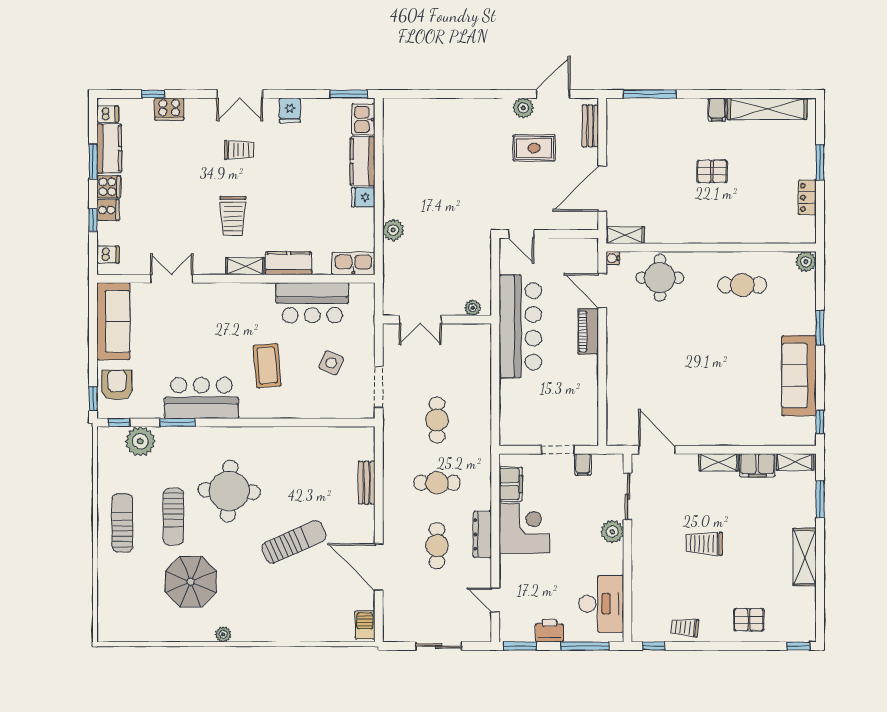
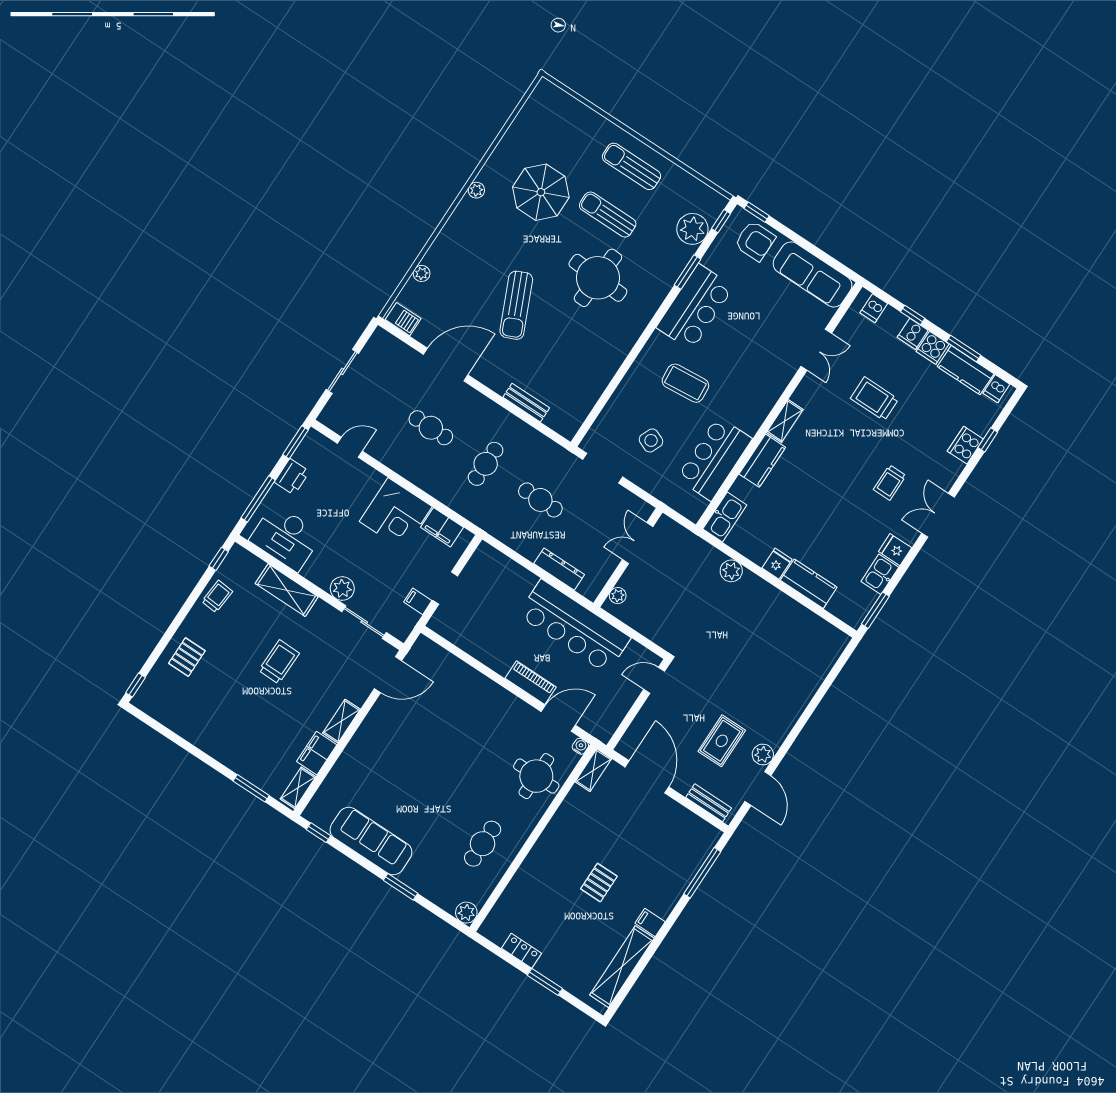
kitchen sink: (363, 119) -> (880, 574), moved, turned -90
trolley: (233, 216) -> (874, 399), moved
sun lounger: (122, 523) -> (631, 166), turned 180
dresser: (482, 534) -> (559, 569), moved
shelving: (805, 557) -> (287, 590), moved
plant: (319, 634) -> (422, 273), added

